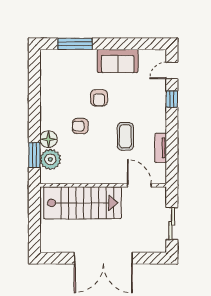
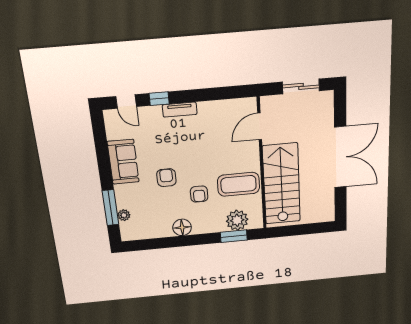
plant: (66, 55) -> (124, 215), added
armchair: (99, 98) -> (166, 178), turned -90
coffee table: (125, 136) -> (239, 184), moved, width x1.36, depth x1.32
floor lamp: (48, 139) -> (182, 227), moved
tv unit: (161, 148) -> (180, 110), moved

